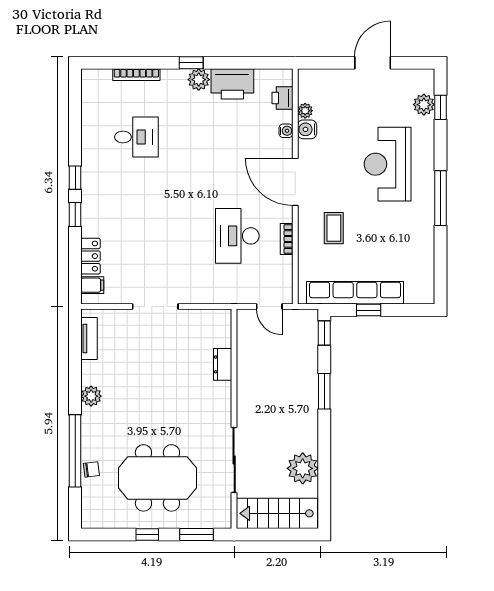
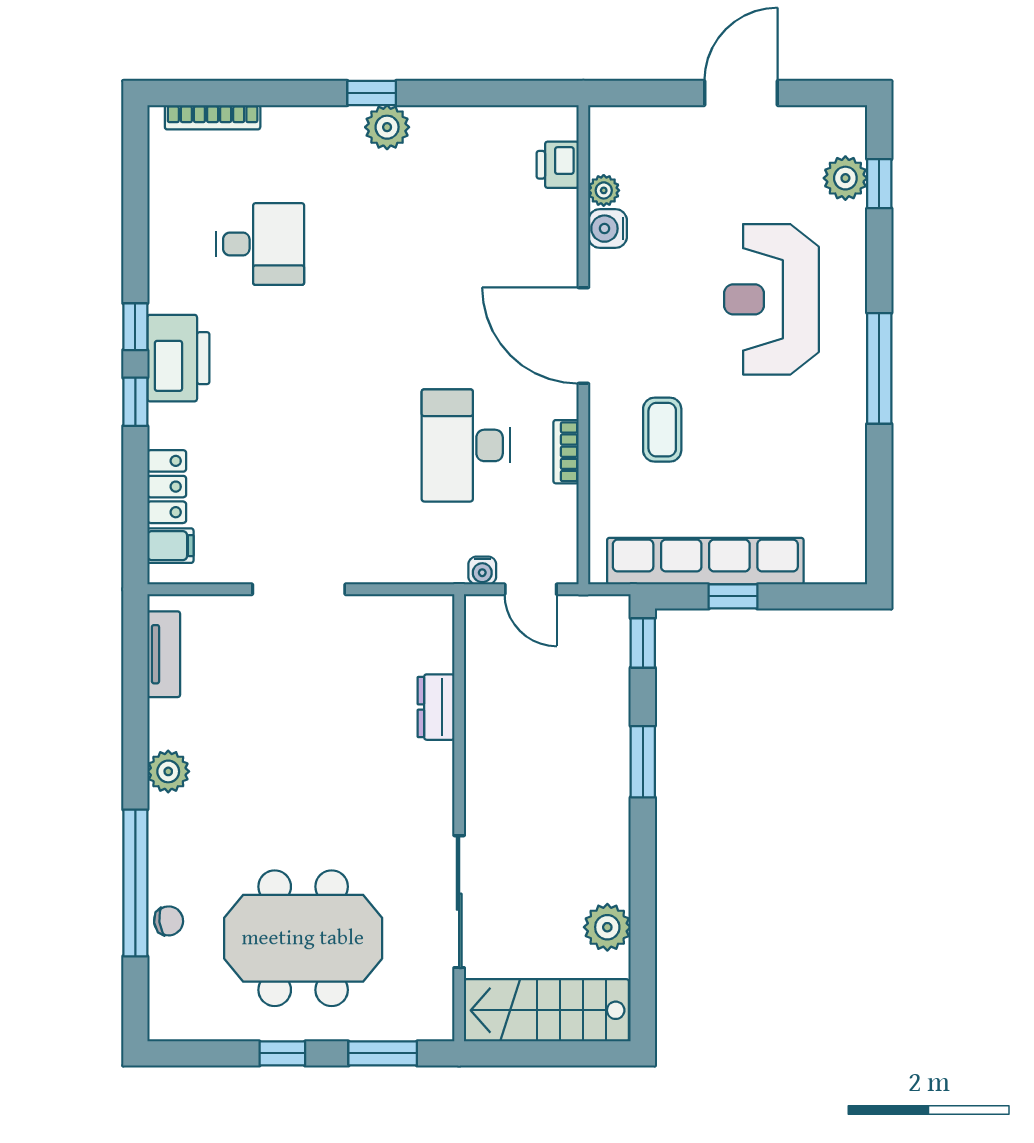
bookcase: (136, 75) -> (213, 117), moved
printer: (232, 84) -> (178, 358), moved, turned -90
water cooler: (286, 131) -> (482, 570), moved, turned 90
plant: (303, 468) -> (607, 927), width x0.73, depth x0.73

